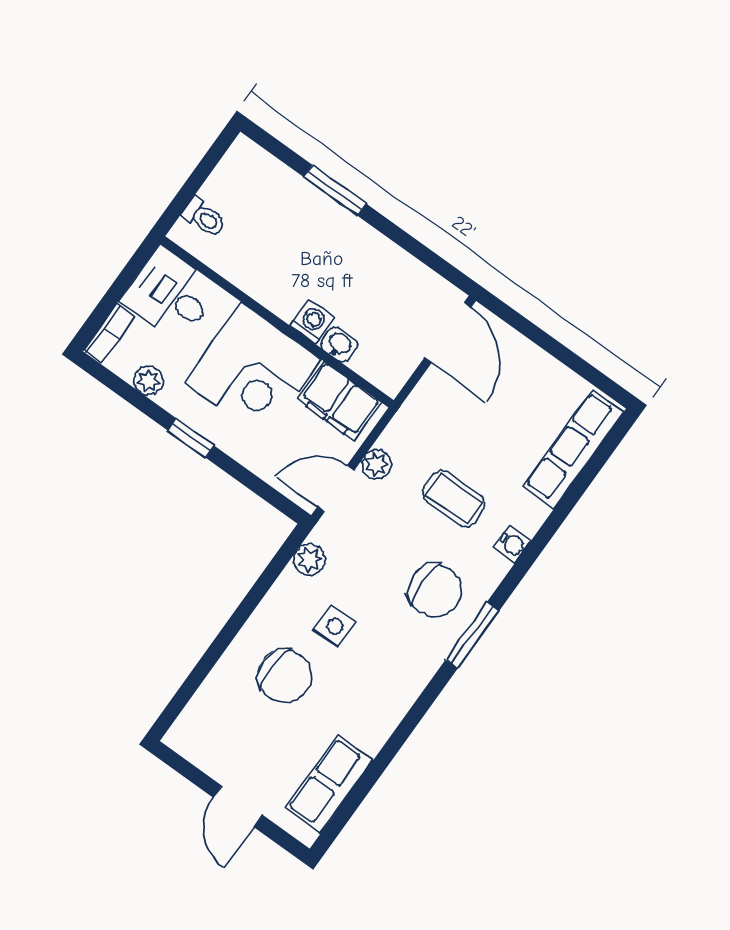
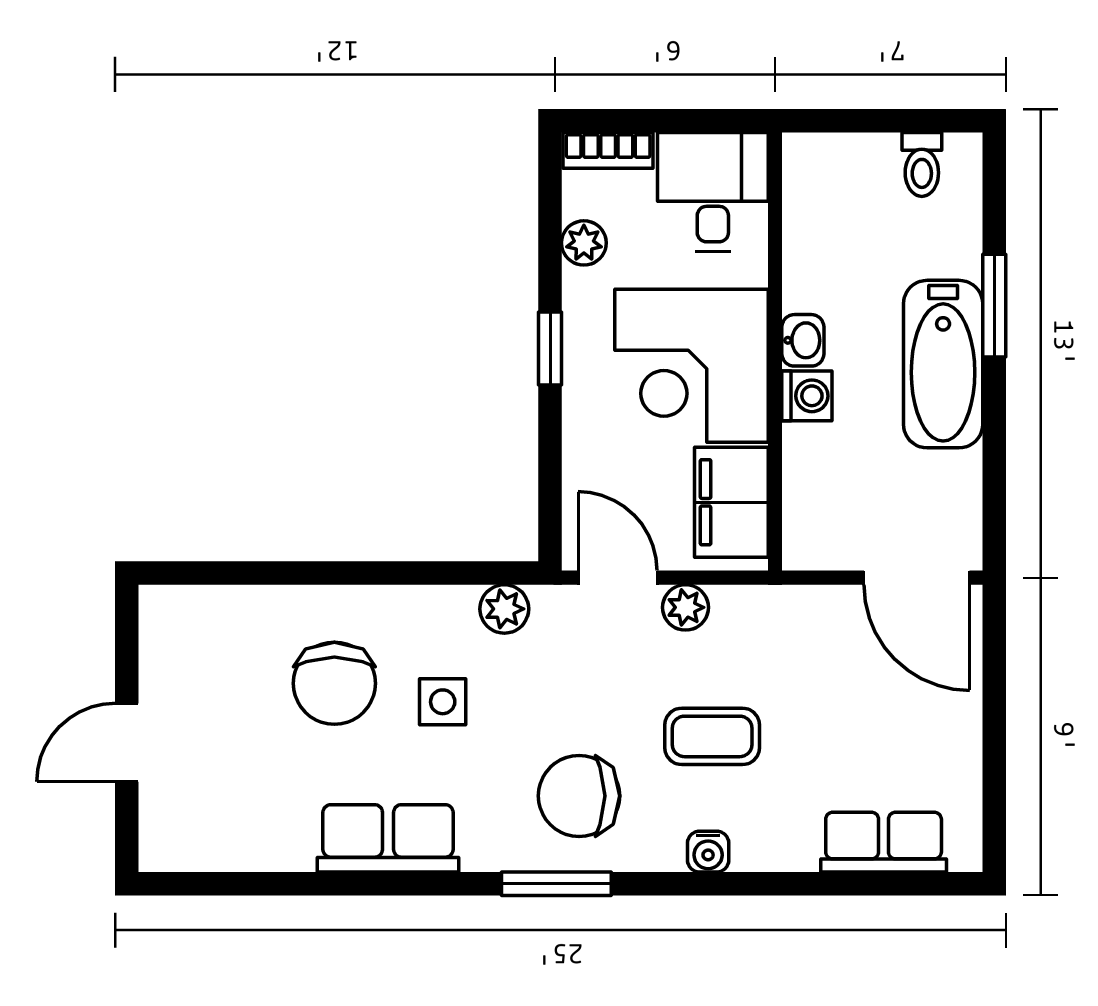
toilet: (204, 217) -> (922, 164), moved
bathtub: (346, 239) -> (943, 364), added
door: (448, 333) -> (917, 578), hinge flipped
washbasin: (339, 345) -> (803, 340), moved
row of seats: (573, 449) -> (884, 842), width x0.68
coffee table: (454, 499) -> (712, 736), turned 90
chair: (435, 590) -> (579, 796), turned 90
row of seats: (329, 784) -> (388, 838), moved

